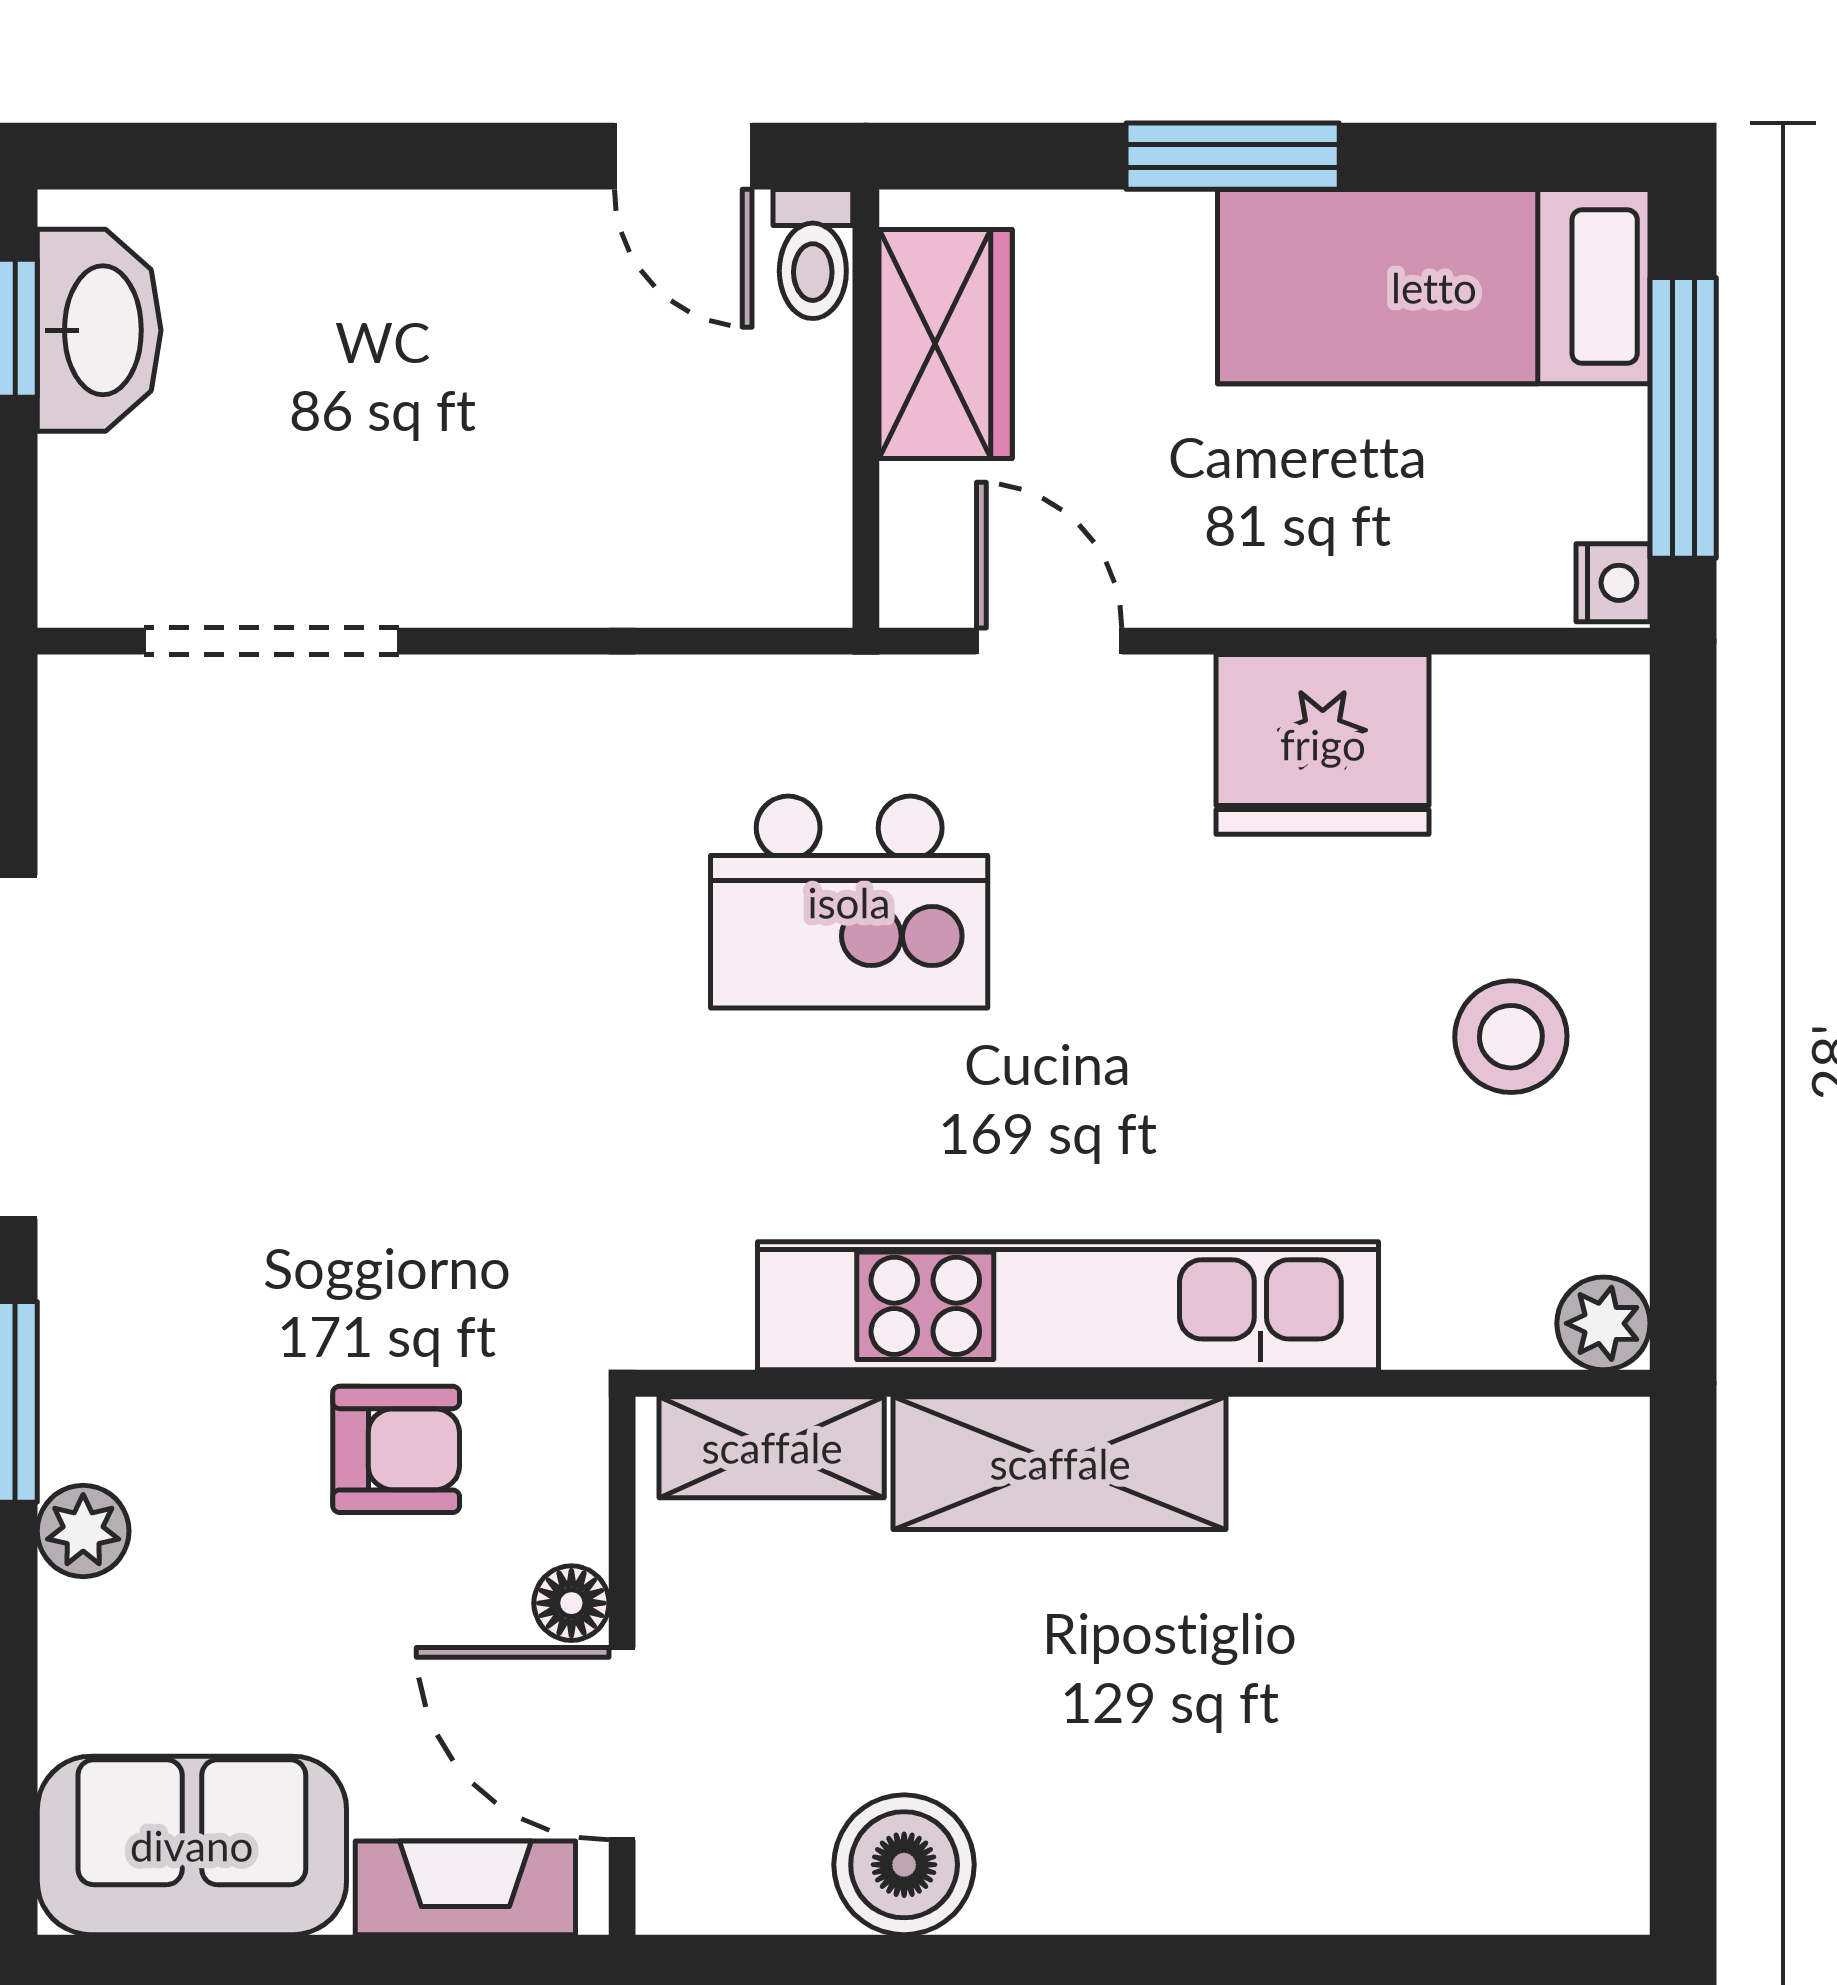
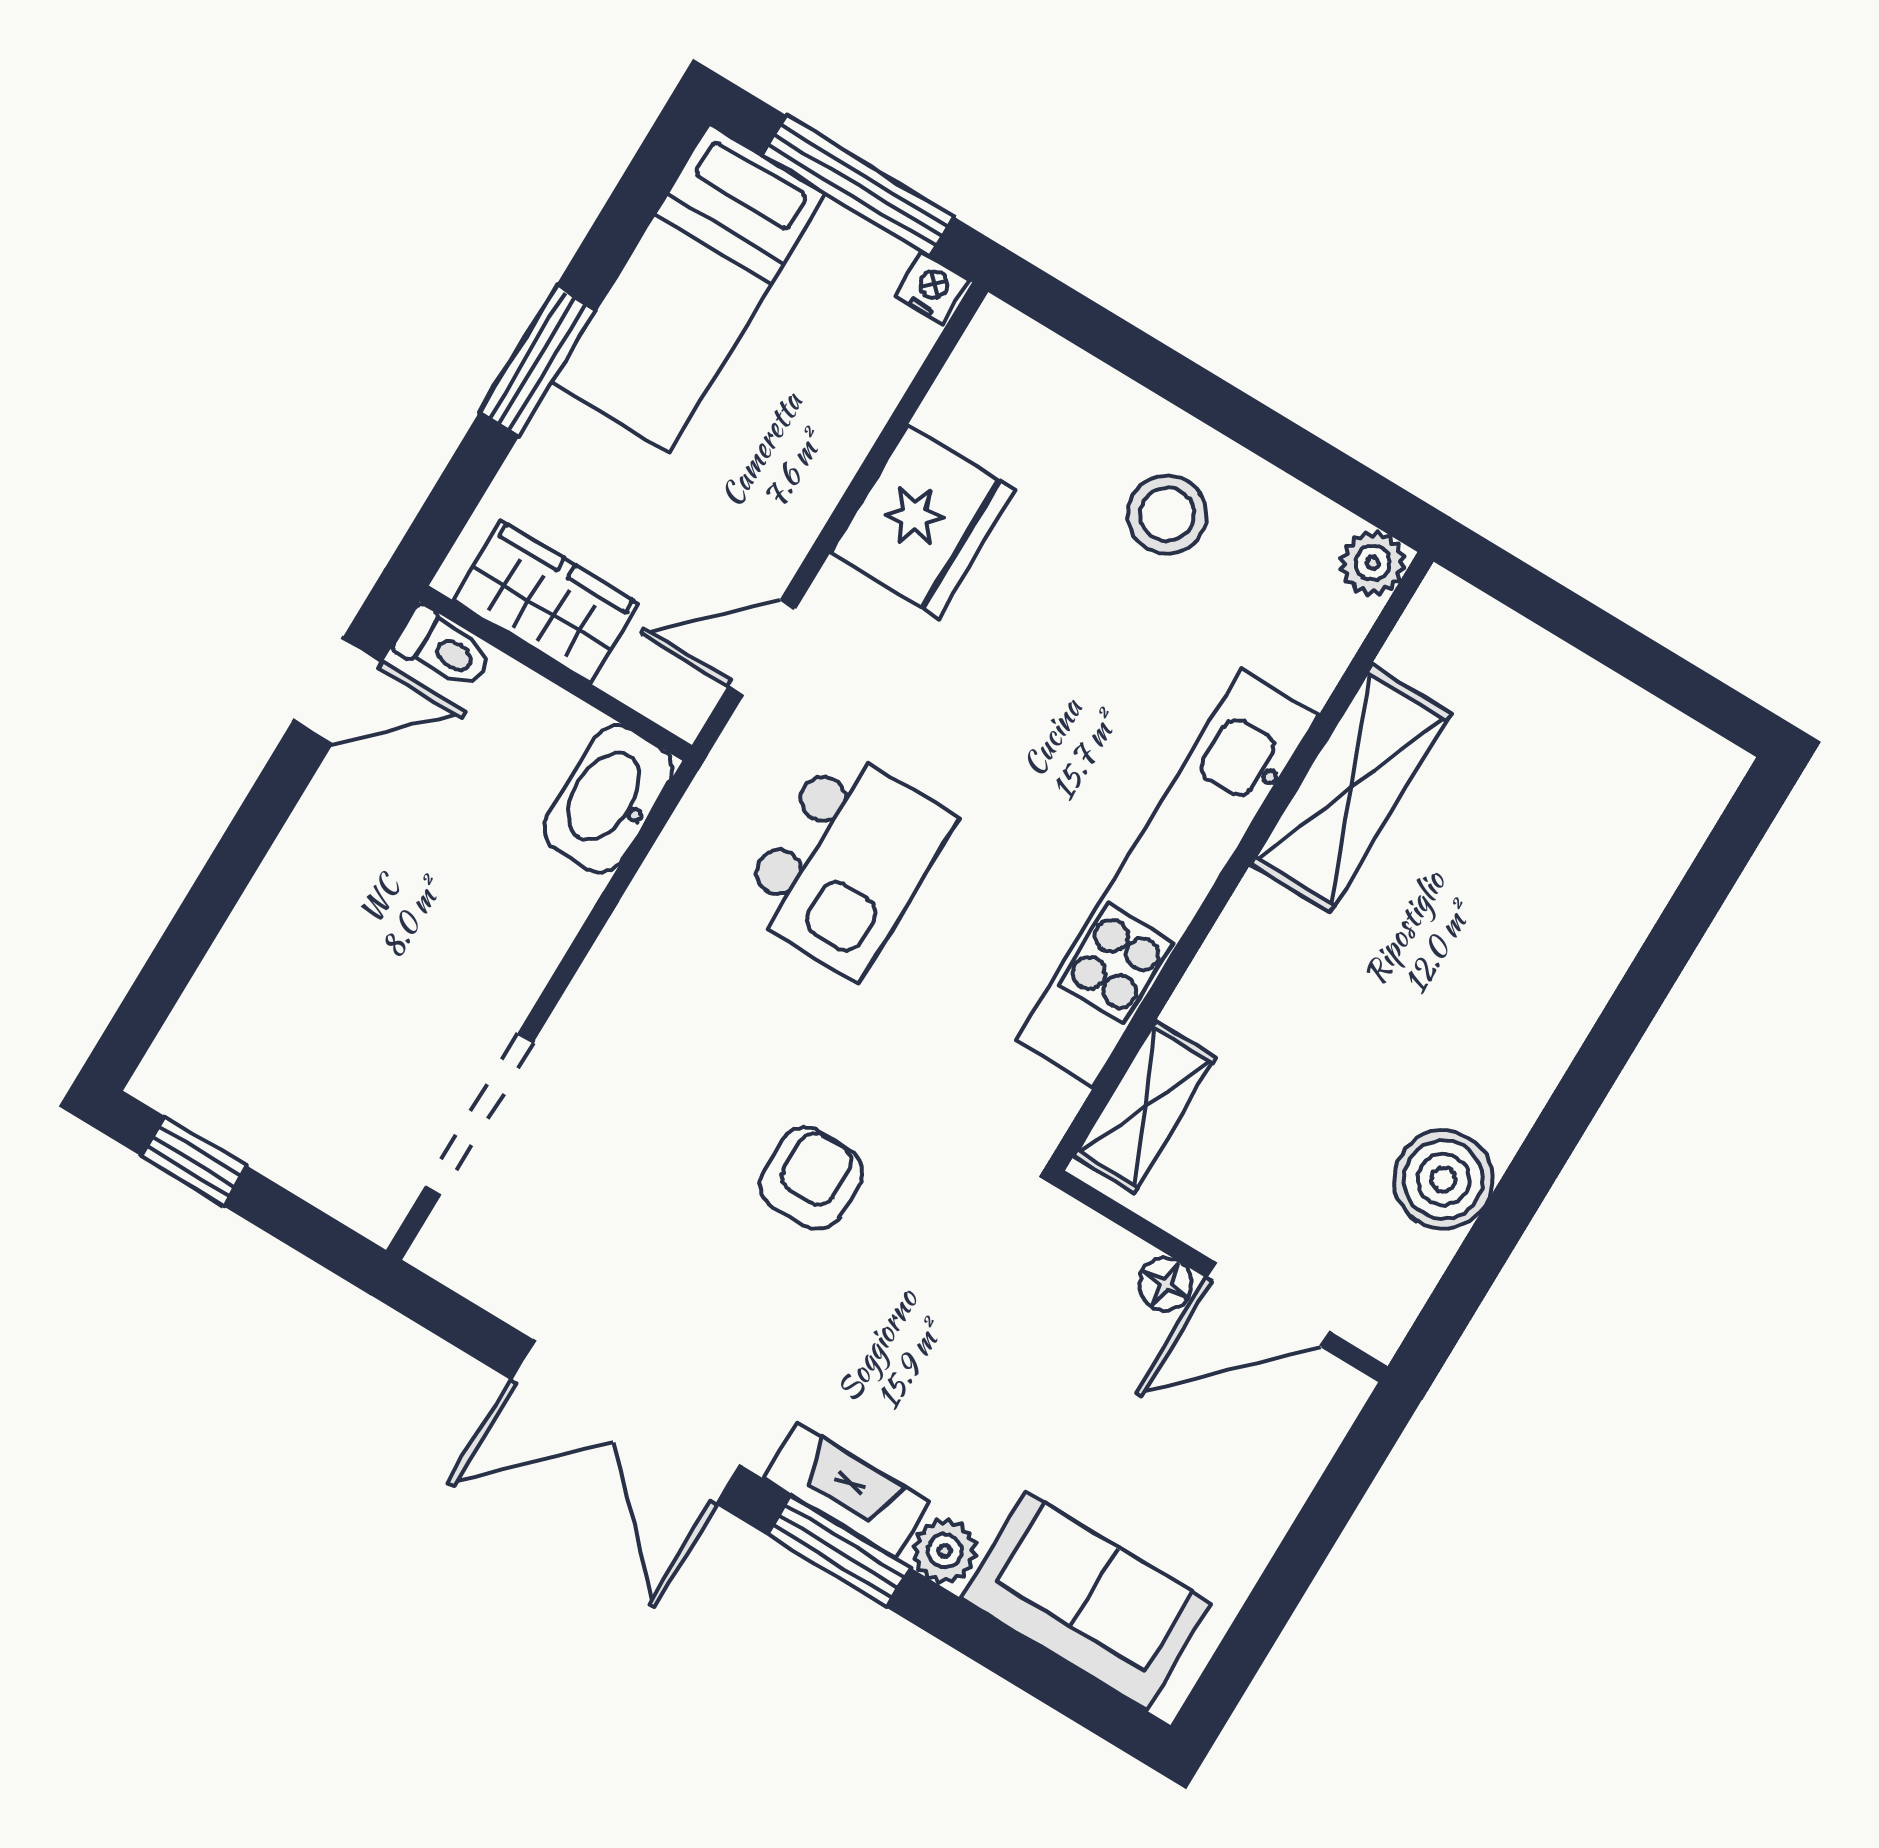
washbasin: (99, 330) -> (608, 799), moved, turned -90
armchair: (396, 1449) -> (811, 1178), moved
shelving: (1060, 1463) -> (1351, 789), moved
sofa: (192, 1845) -> (1086, 1601), moved, turned 90
fireplace: (465, 1888) -> (846, 1490), moved, turned 90

